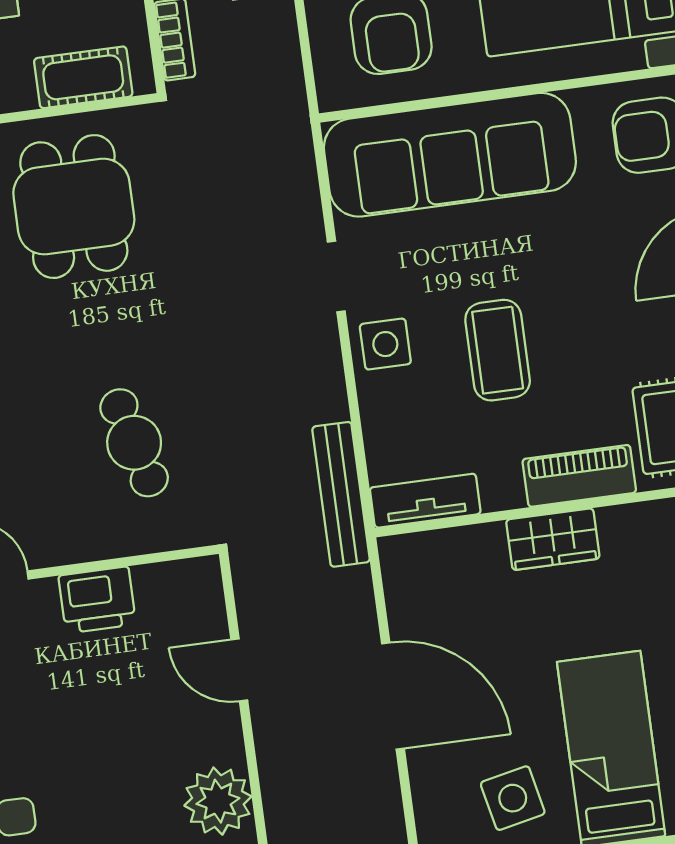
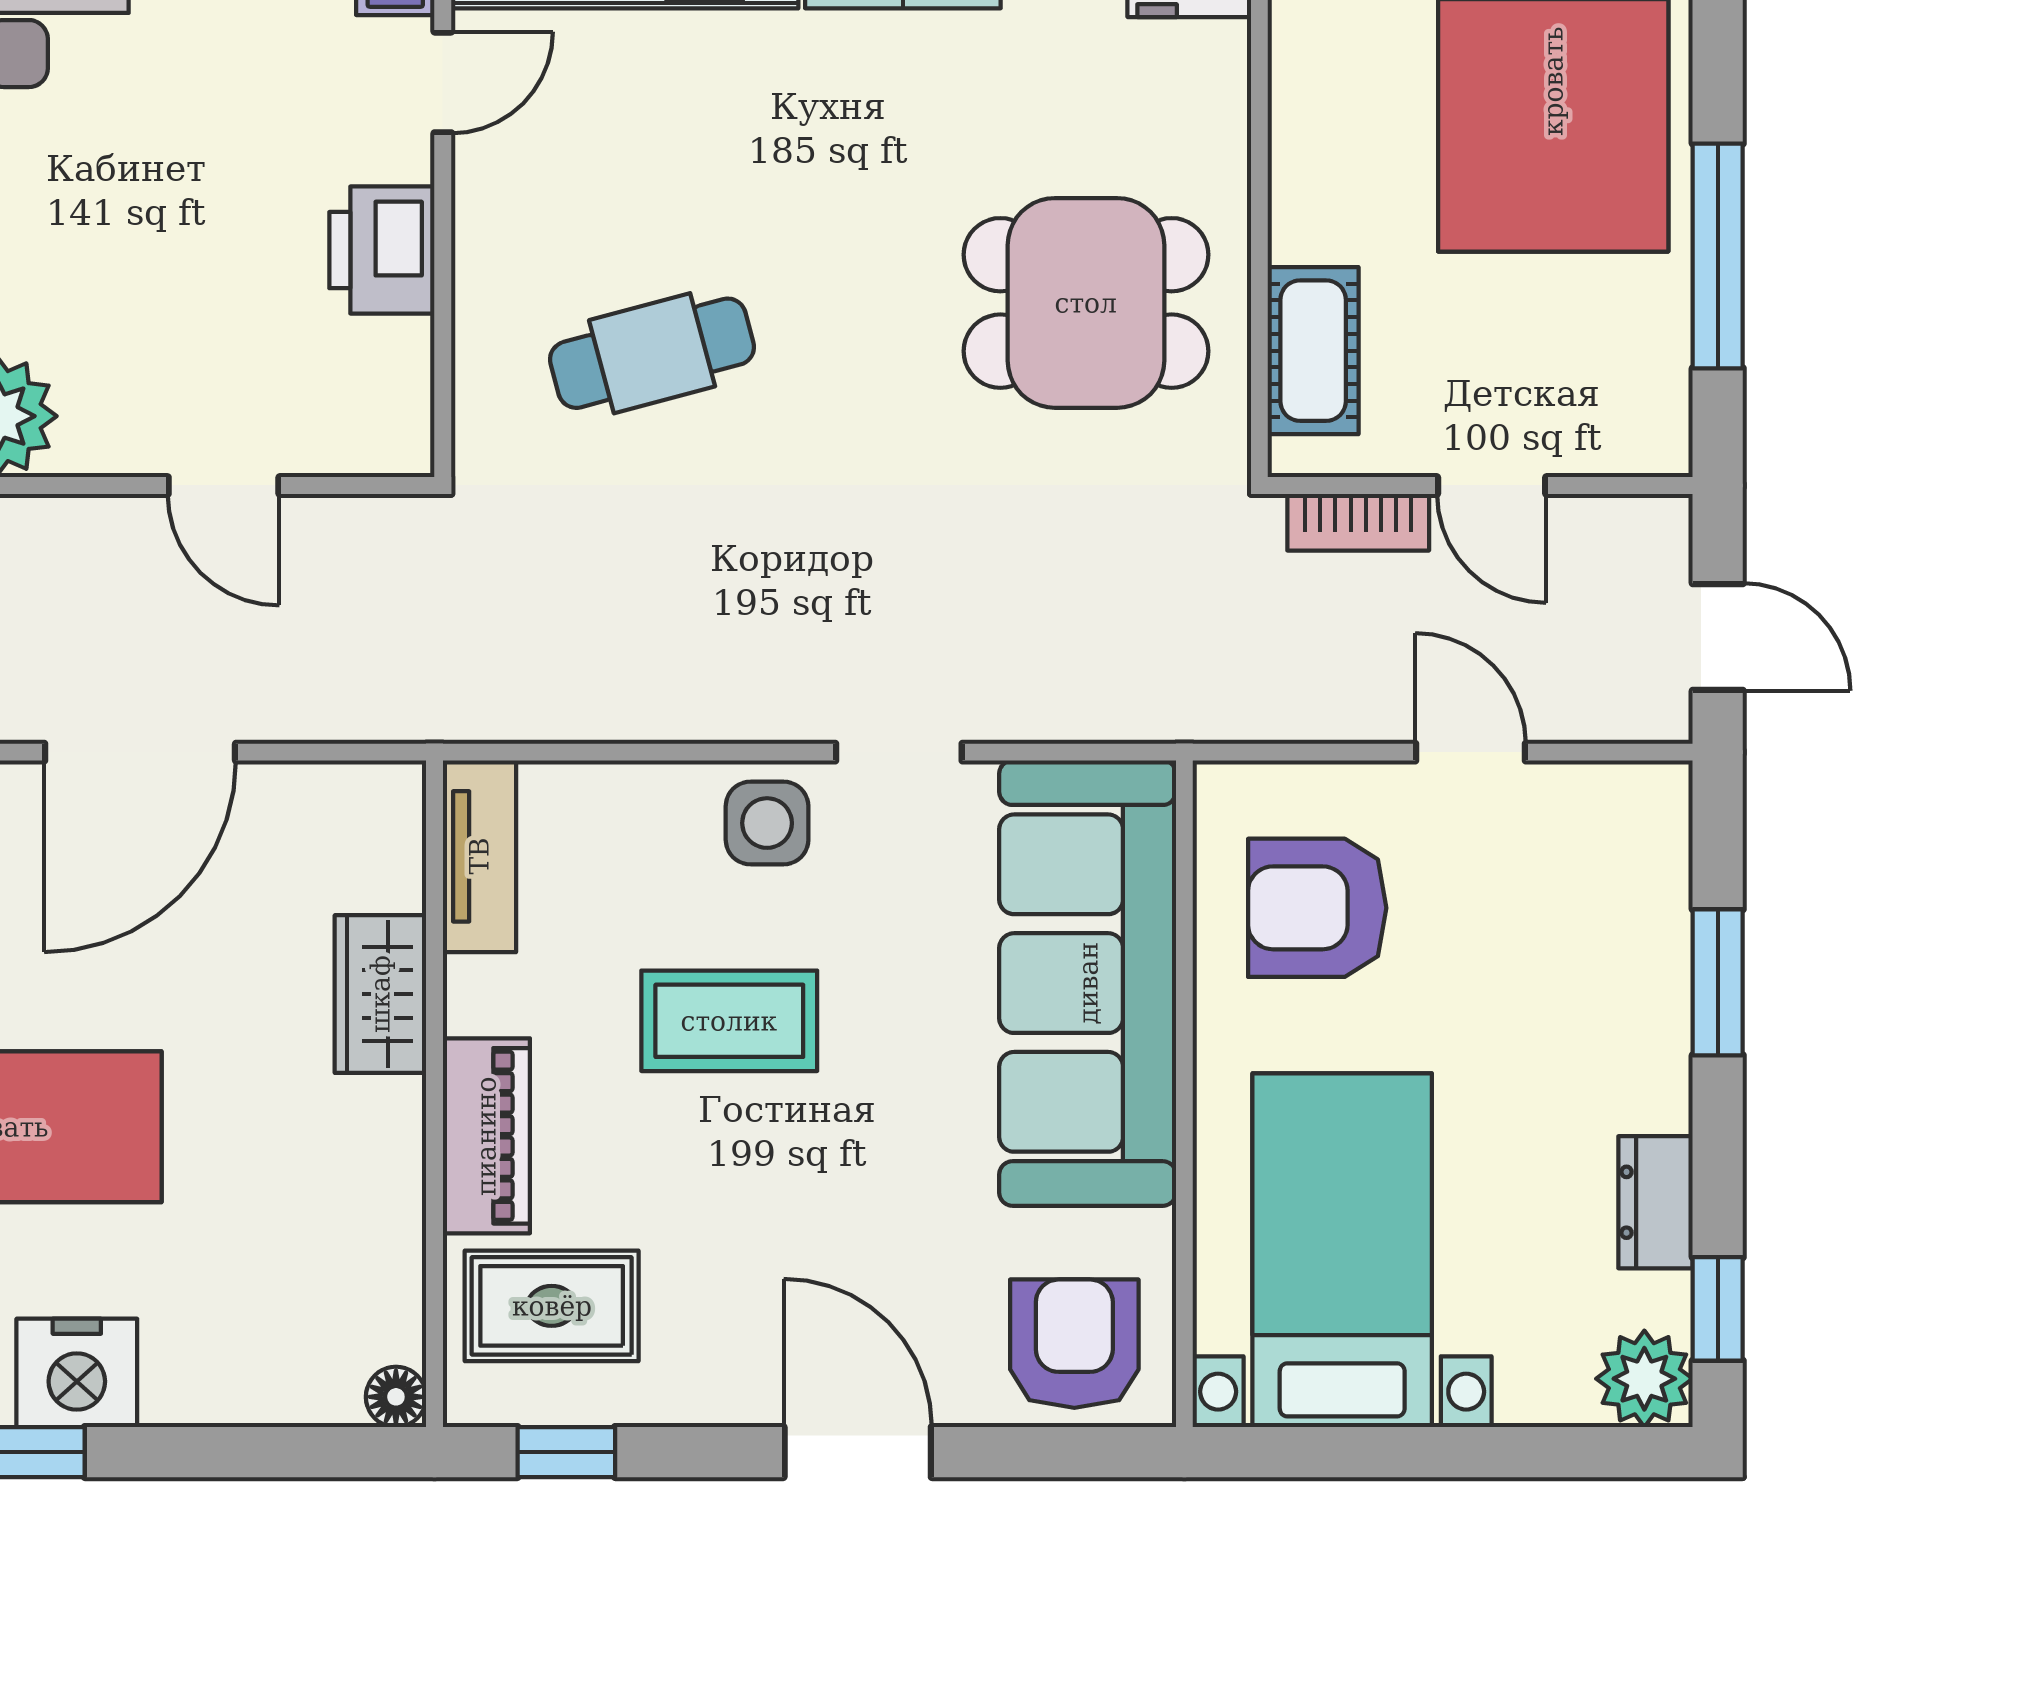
bench: (341, 494) -> (511, 708), removed
wardrobe: (553, 539) -> (380, 994), moved
door: (239, 670) -> (224, 485), swing flipped

